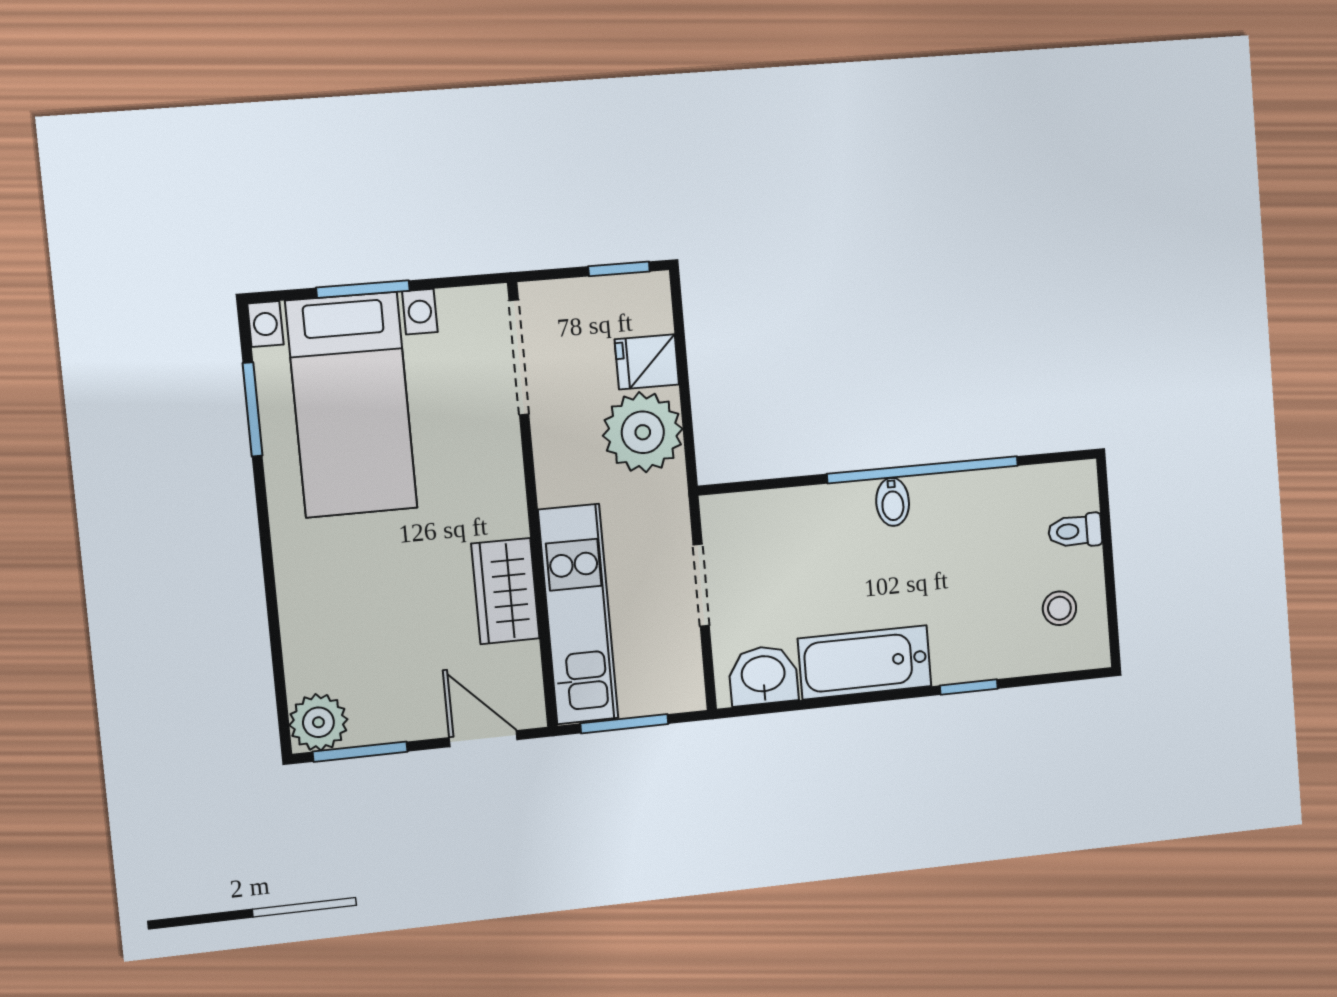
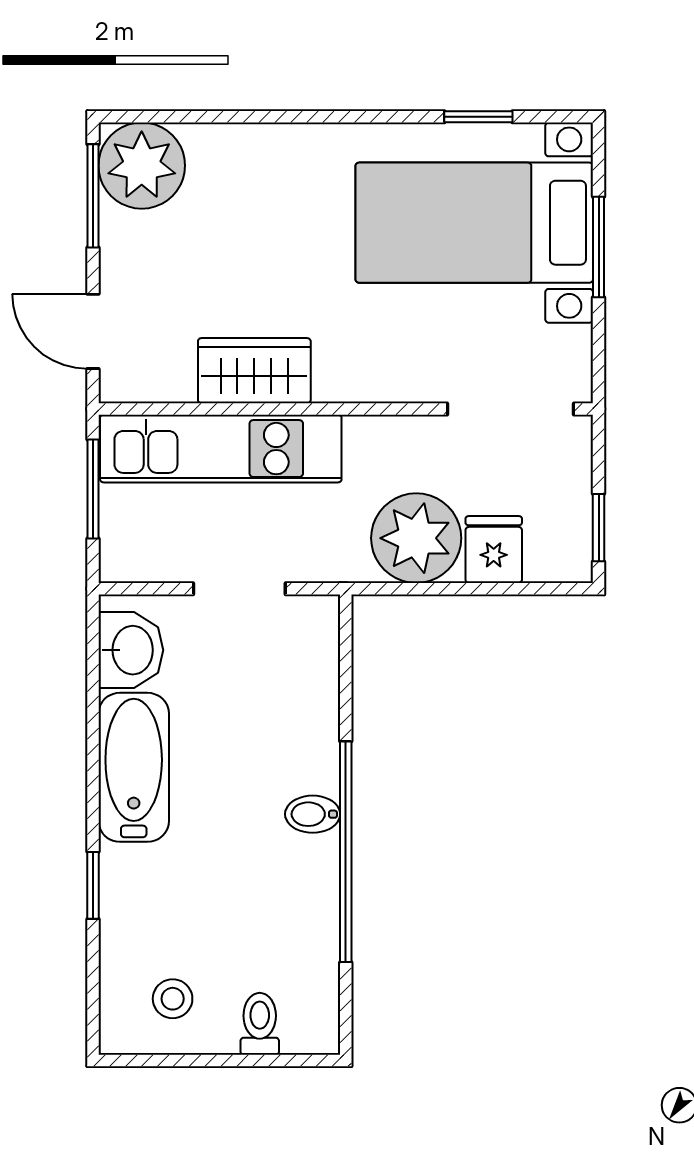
window: (252, 409) -> (478, 117), width x0.67
plant: (318, 722) -> (142, 166), width x1.36, depth x1.36
door: (483, 739) -> (93, 331), swing flipped

